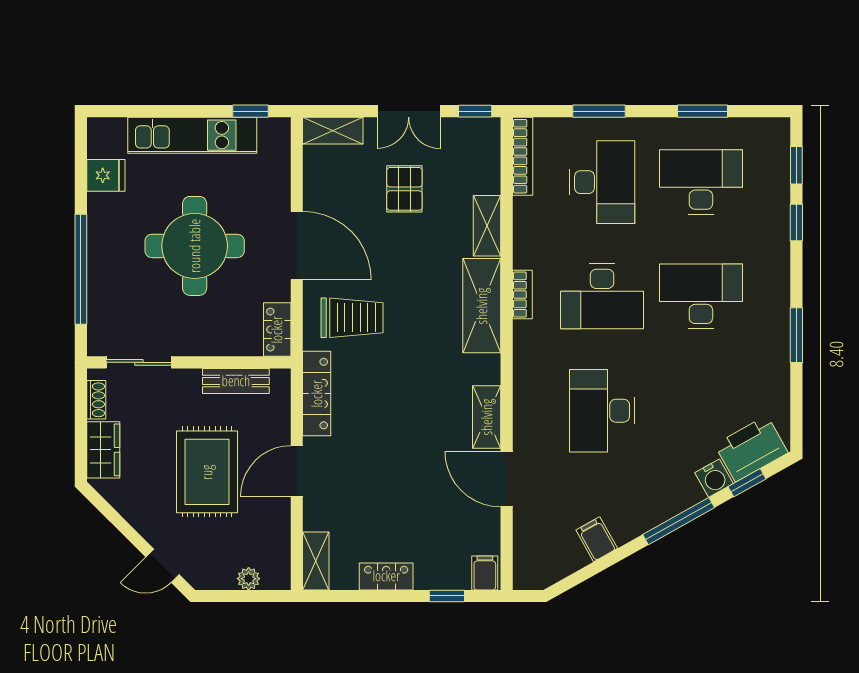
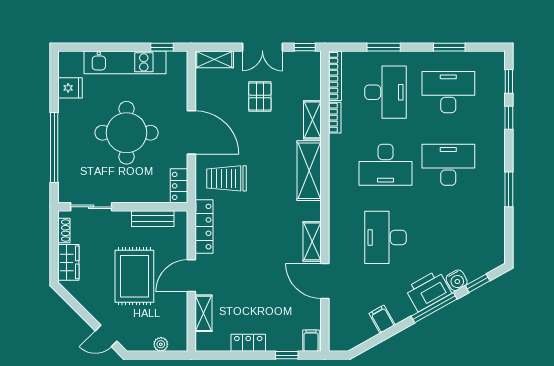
bookcase: (522, 295) -> (335, 118), moved
trolley: (352, 318) -> (227, 178), turned 180
printer: (751, 449) -> (428, 291), moved
shelving: (316, 561) -> (203, 313), moved

